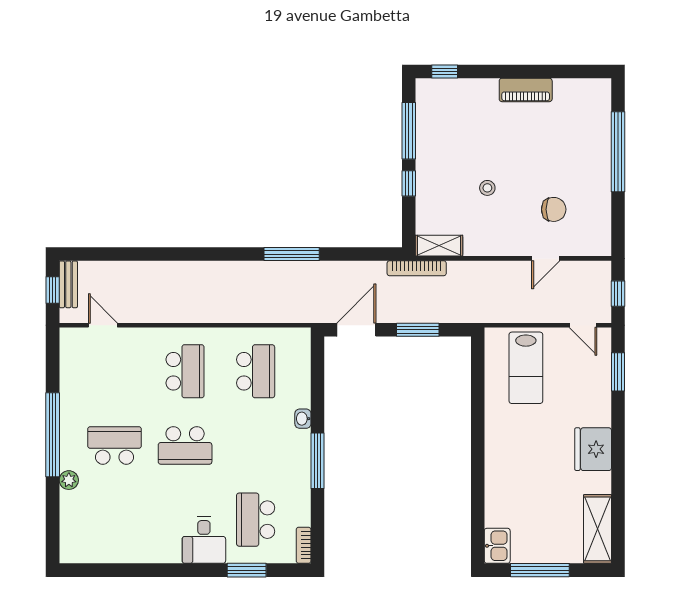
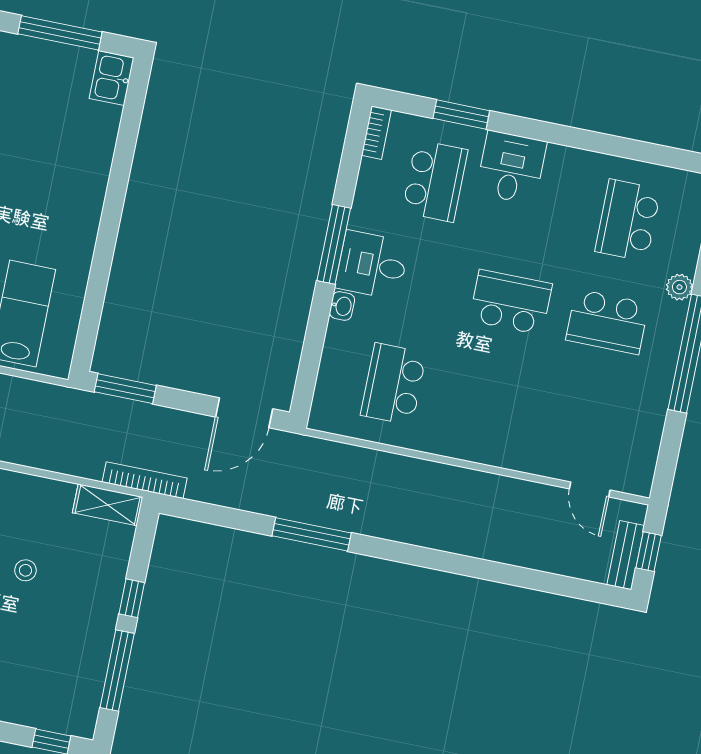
window: (418, 330) -> (125, 389), moved
school desk: (185, 371) -> (628, 220), moved
desk: (288, 452) -> (372, 265), added

